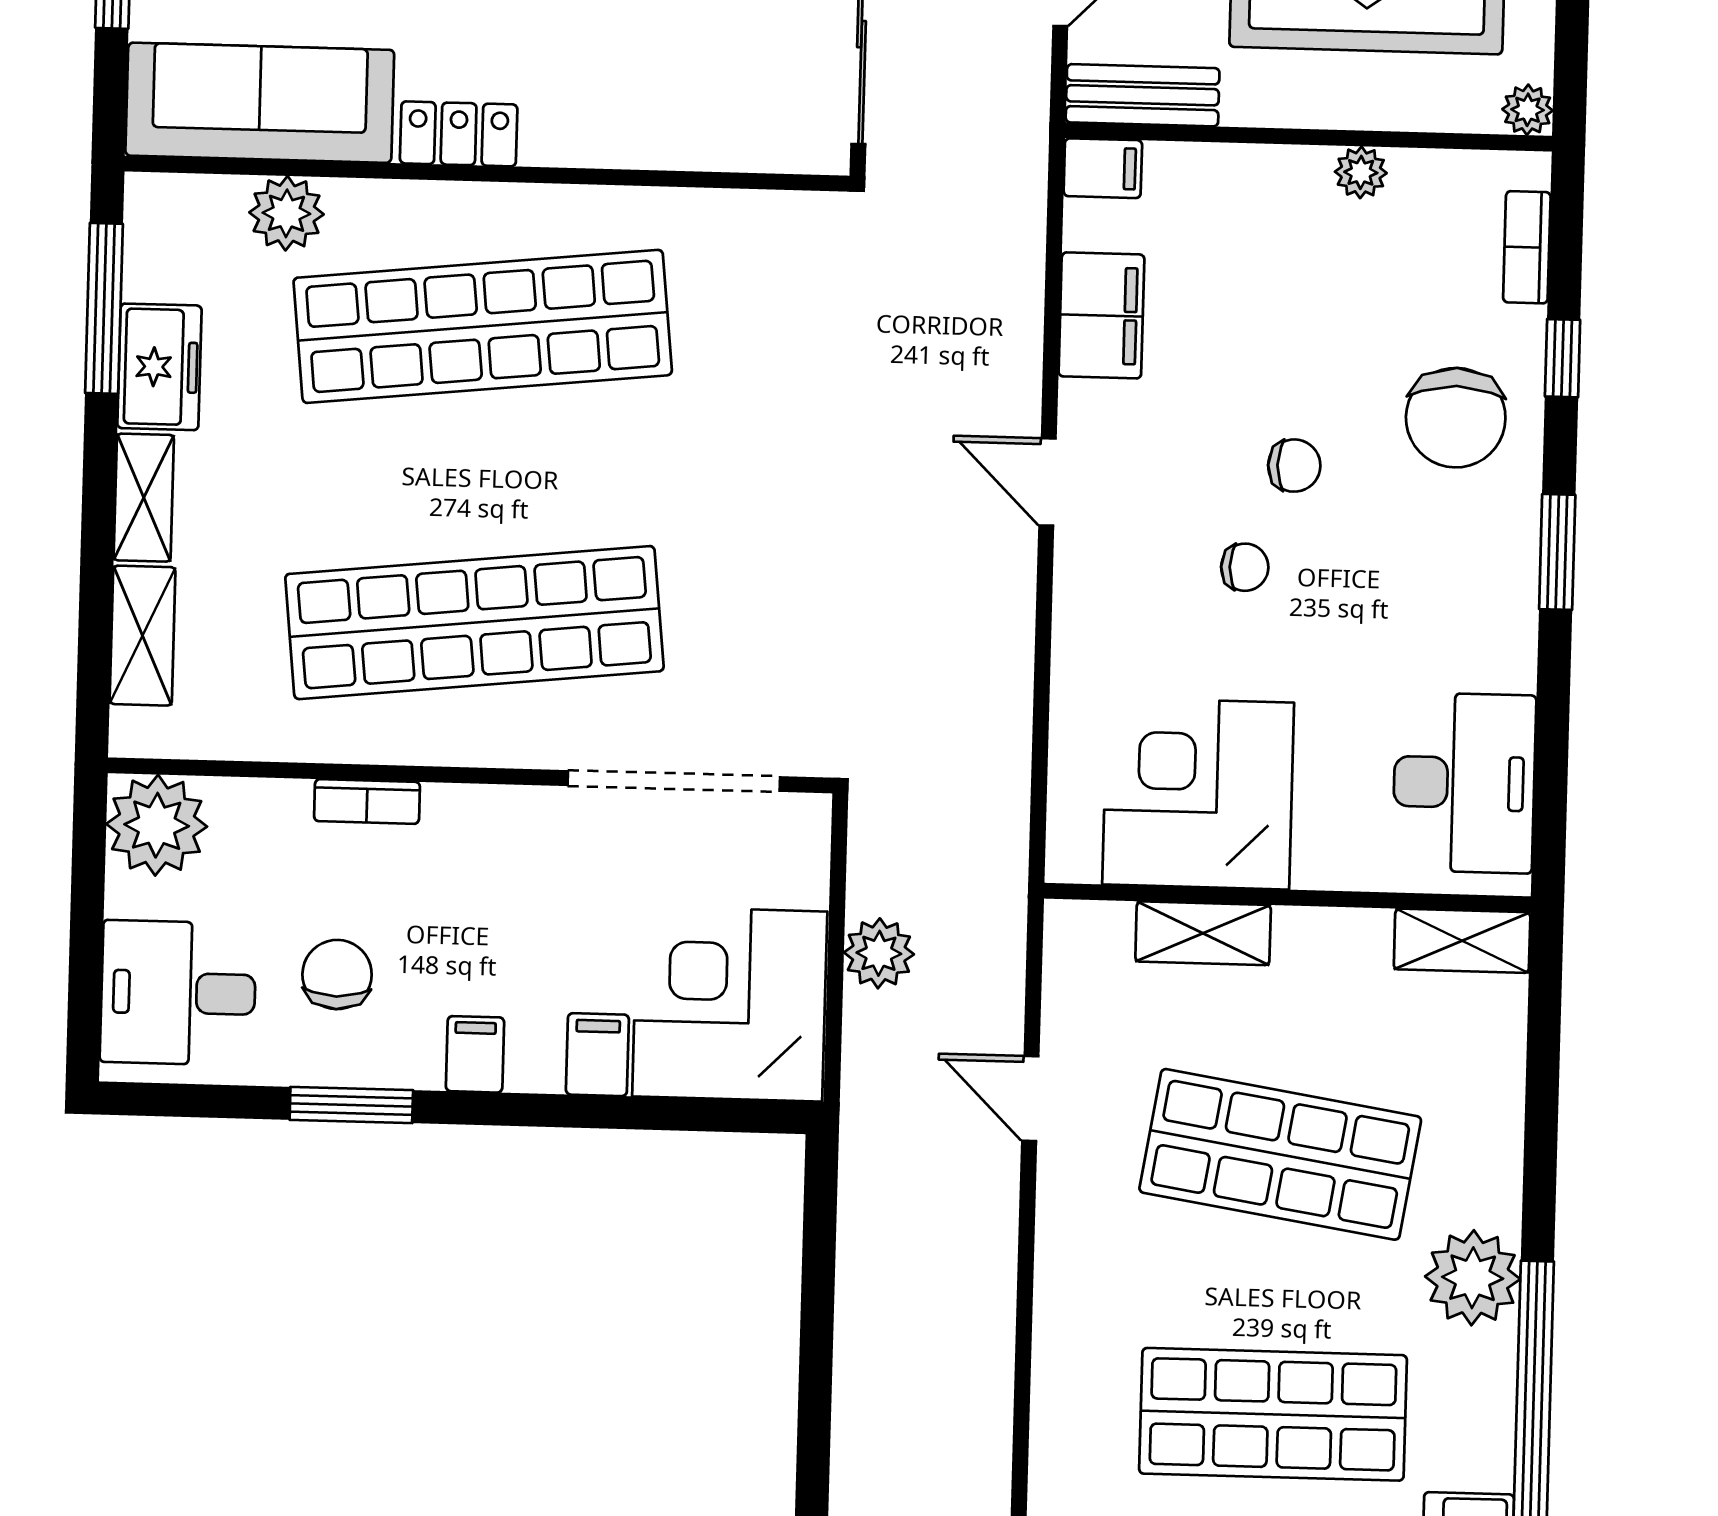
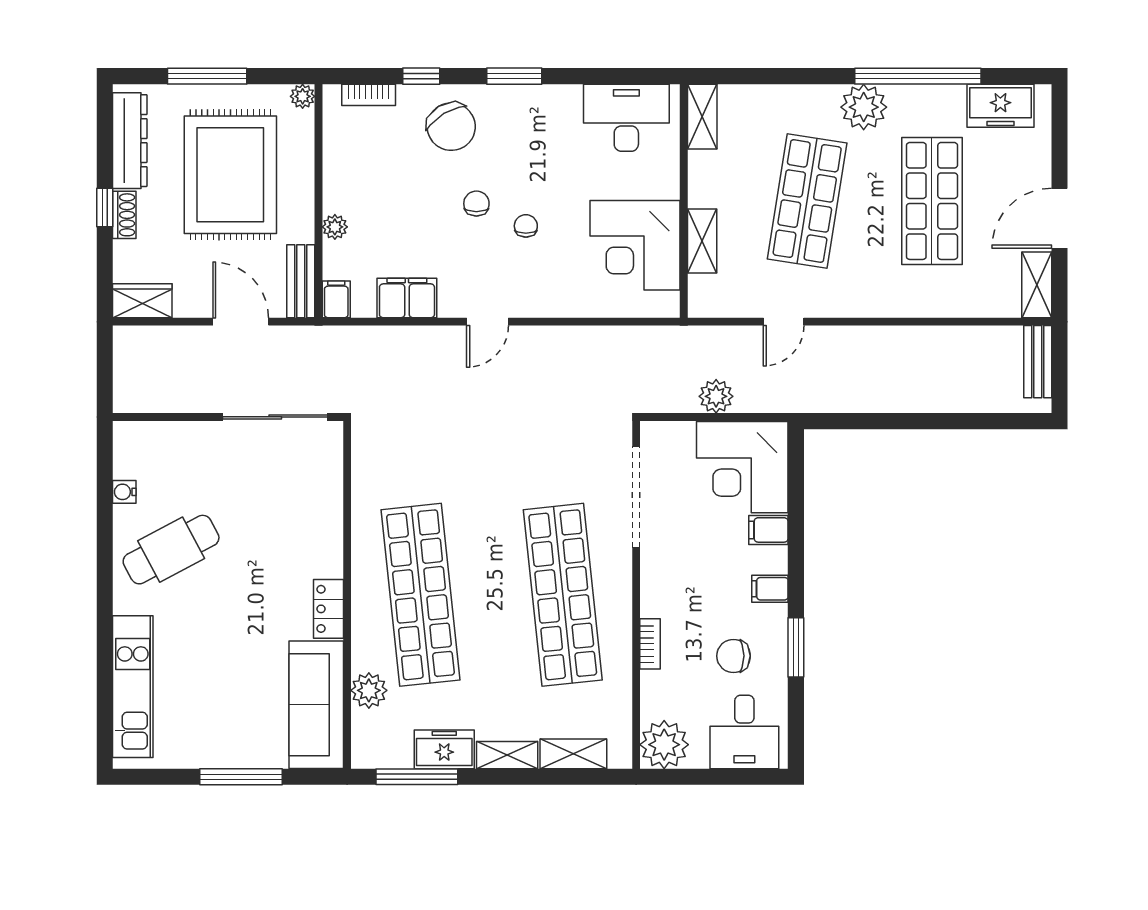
plant: (1361, 172) -> (335, 227), moved
chair: (1456, 418) -> (451, 127), turned 59

